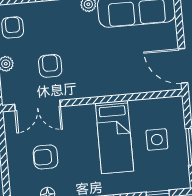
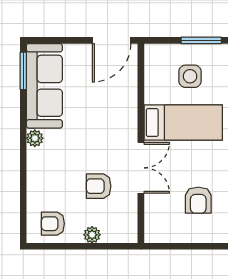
double door: (37, 105) -> (141, 168), moved

